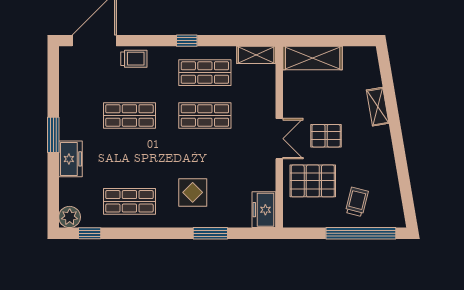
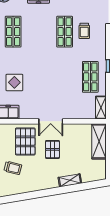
trolley: (134, 59) -> (84, 31), moved
shop shelf: (205, 115) -> (65, 77), removed
display table: (193, 192) -> (14, 82), moved

